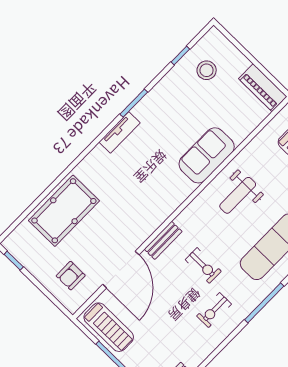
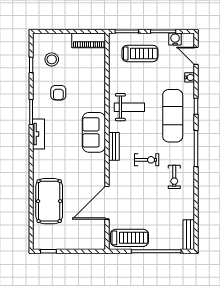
sofa: (207, 155) -> (94, 132), moved
weight bench: (238, 195) -> (129, 107), turned -90
bench: (163, 240) -> (114, 146), moved
door: (121, 270) -> (107, 203), swing flipped
armchair: (71, 276) -> (58, 93), moved

